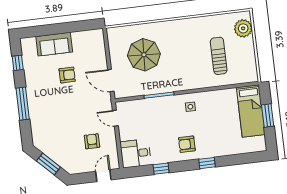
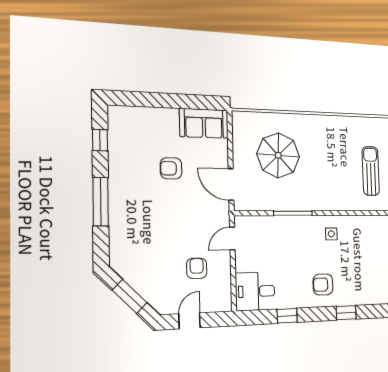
sofa: (54, 44) -> (204, 123), moved
armchair: (67, 75) -> (171, 168), turned 180
door: (115, 118) -> (232, 238), hinge flipped
door: (103, 176) -> (189, 321), moved

